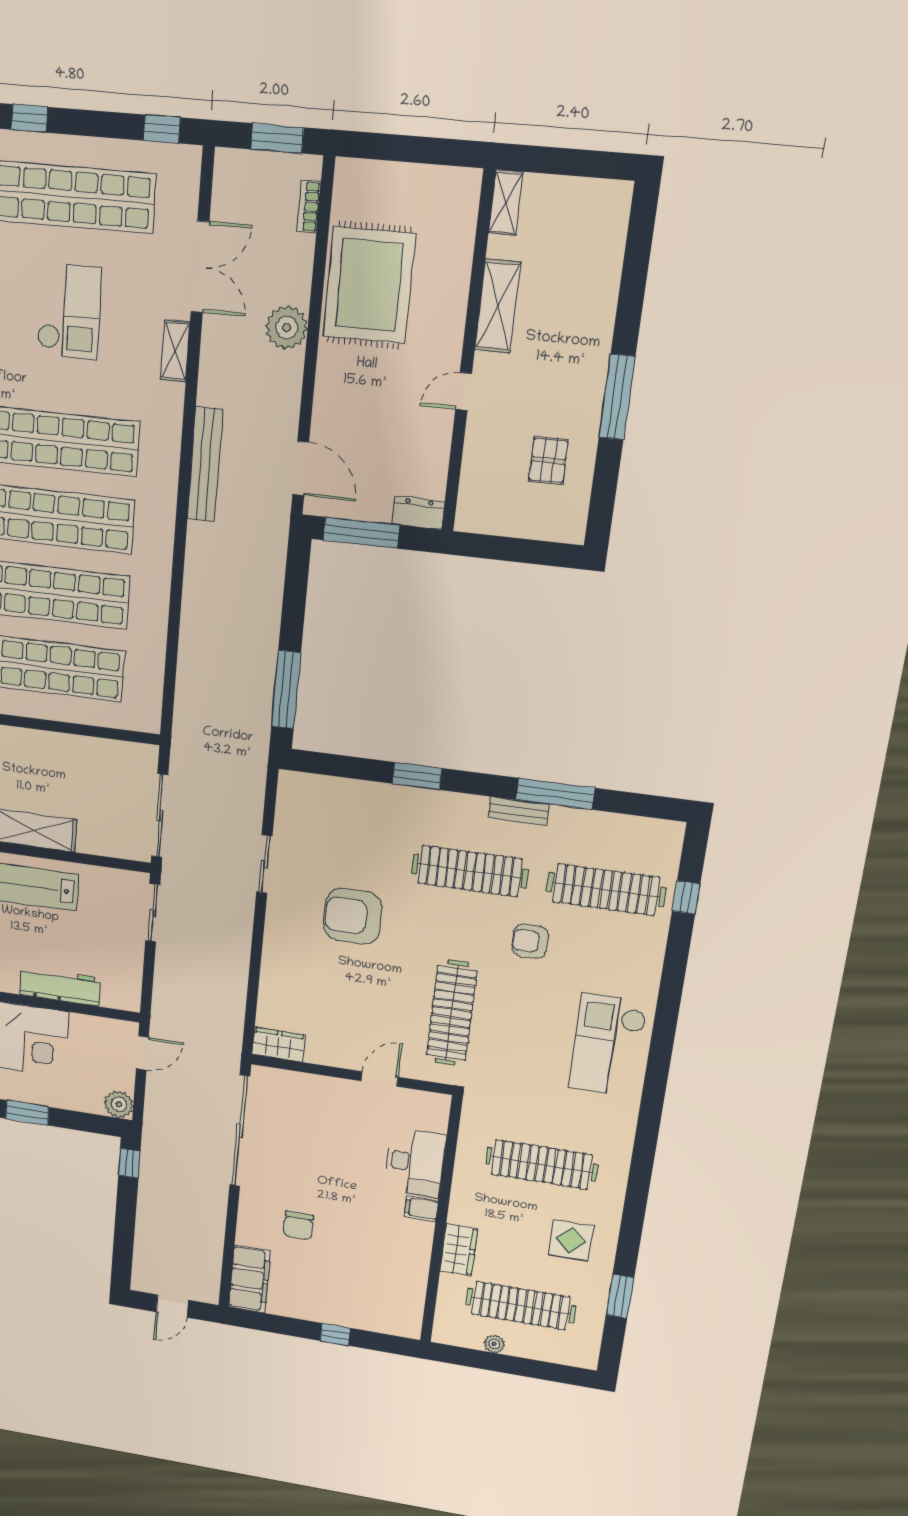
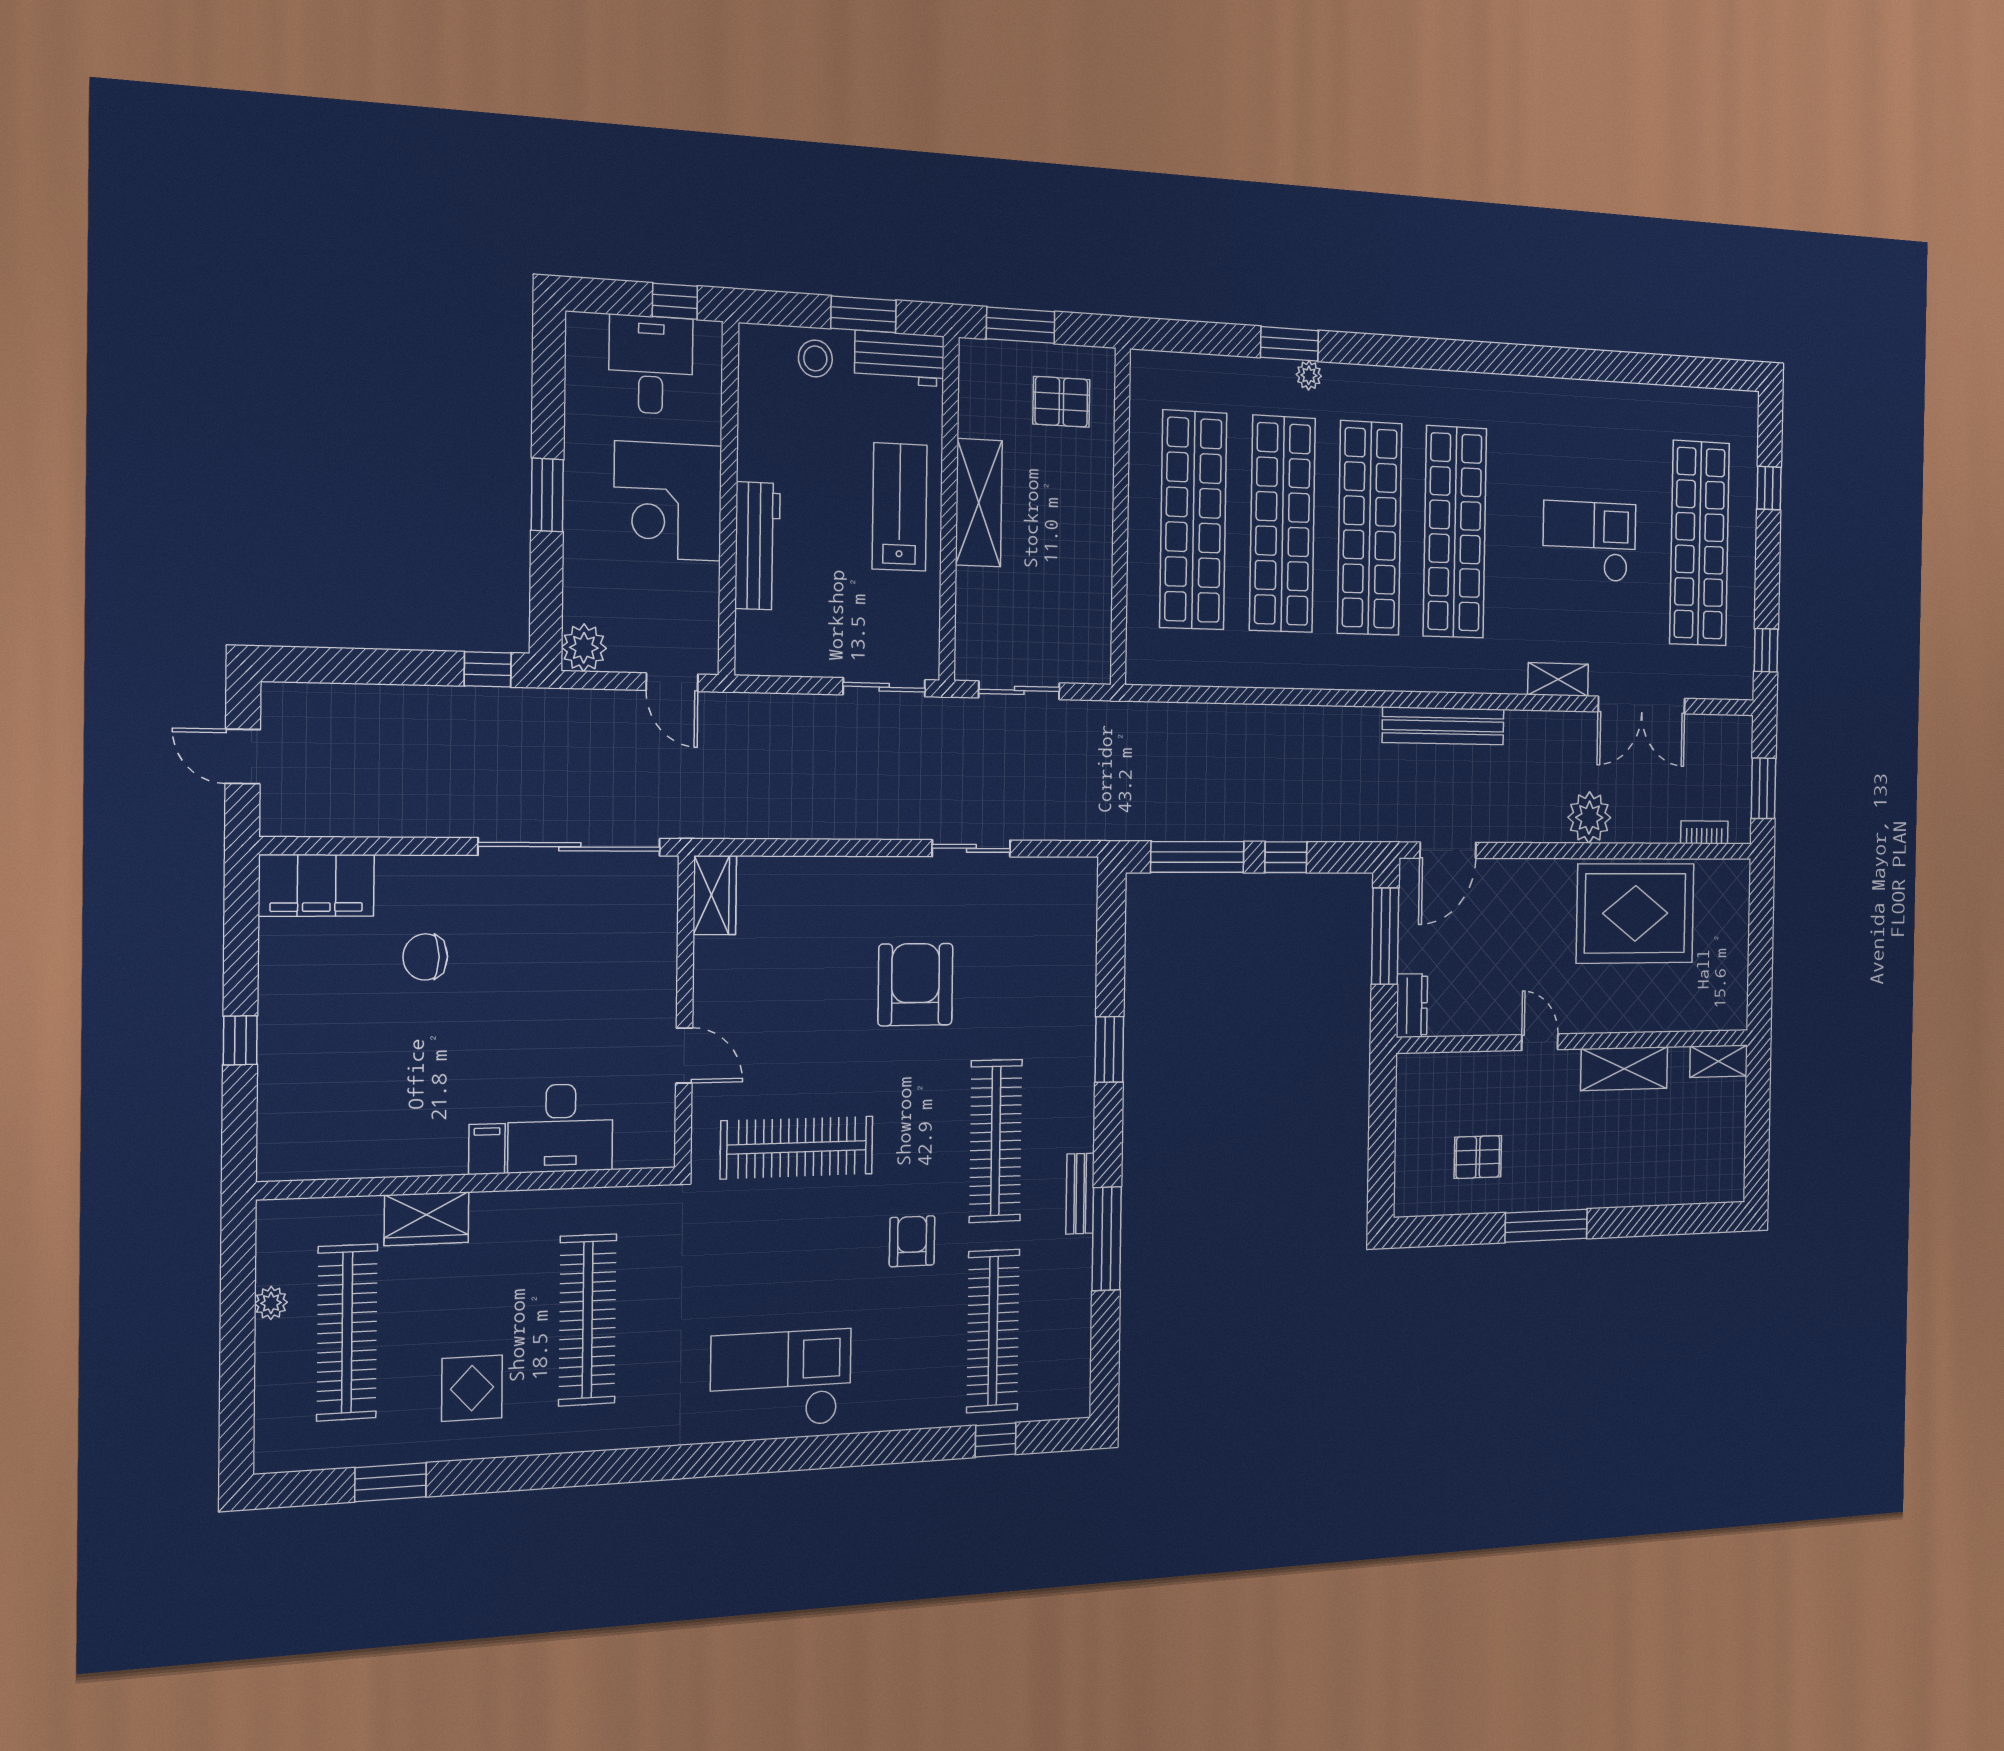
checkout: (69, 311) -> (1589, 541), turned 180
window: (293, 615) -> (1286, 857), added
sliding door: (160, 816) -> (1019, 690), width x0.73

